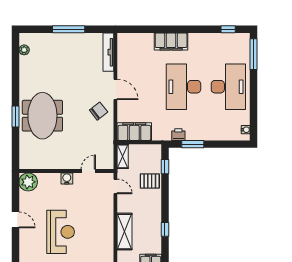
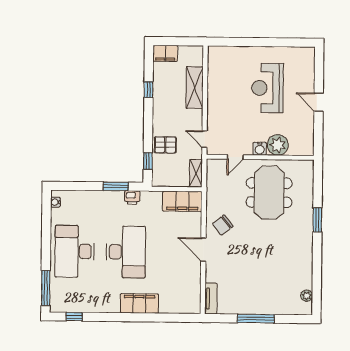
tv unit: (108, 52) -> (211, 298), width x0.71
meeting table: (42, 116) -> (269, 193), moved
plant: (28, 182) -> (278, 145), moved

